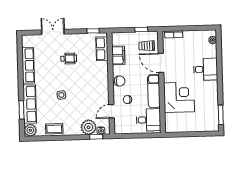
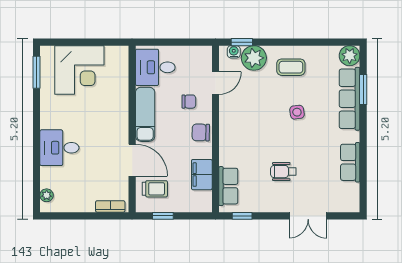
row of seats: (28, 65) -> (350, 162), width x0.68
corner desk: (179, 97) -> (79, 70), moved, turned -90
coffee table: (54, 129) -> (291, 67), moved

